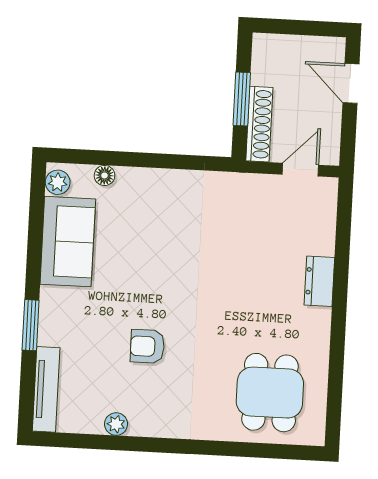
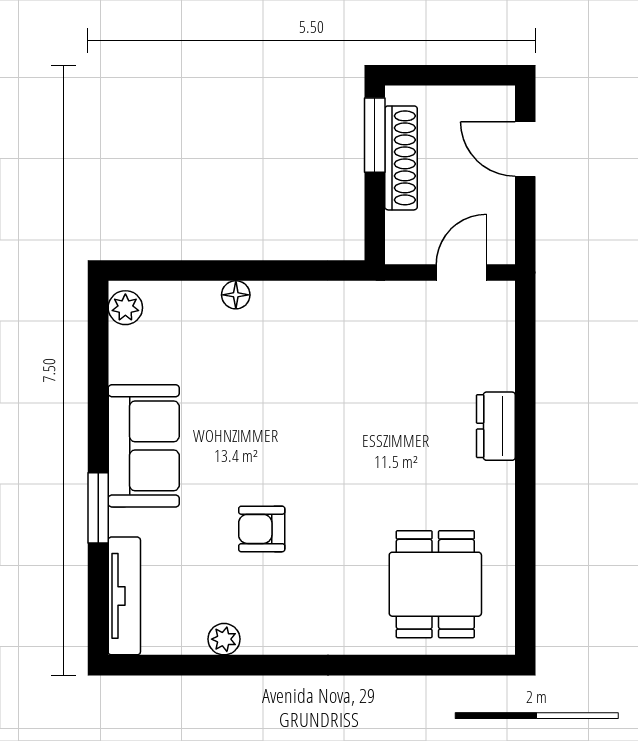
window: (242, 99) -> (375, 135), moved
shoe rack: (259, 124) -> (401, 158), moved
floor lamp: (105, 175) -> (236, 295), moved
sofa: (68, 242) -> (144, 446), moved

